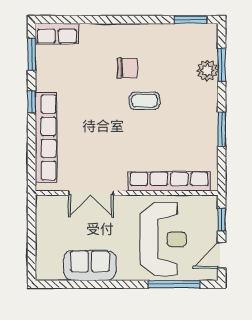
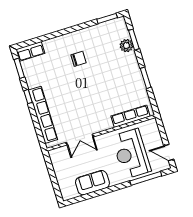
coffee table: (145, 101) -> (95, 75), removed
row of seats: (169, 181) -> (131, 116), width x0.73
window: (222, 220) -> (162, 131), removed
reception desk: (163, 239) -> (131, 154), turned 180
door: (222, 255) -> (169, 153), hinge flipped

